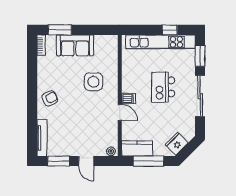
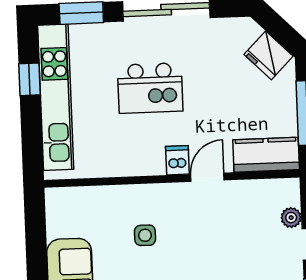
side table: (93, 82) -> (145, 235), width x0.54, depth x0.54
kitchen counter: (137, 148) -> (266, 155), moved, turned 90
plant: (111, 151) -> (291, 218), moved

